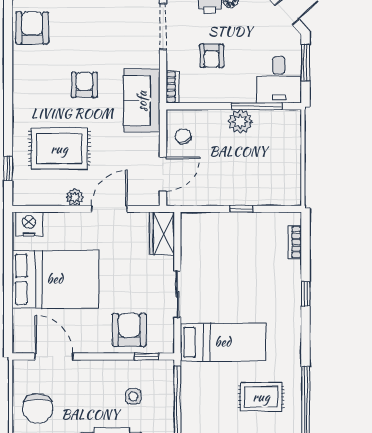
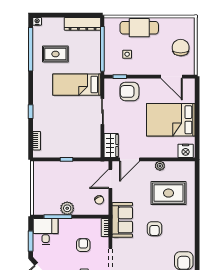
window: (8, 169) -> (197, 182), removed
door: (109, 209) -> (130, 159), moved
armchair: (129, 330) -> (129, 91), turned 90

